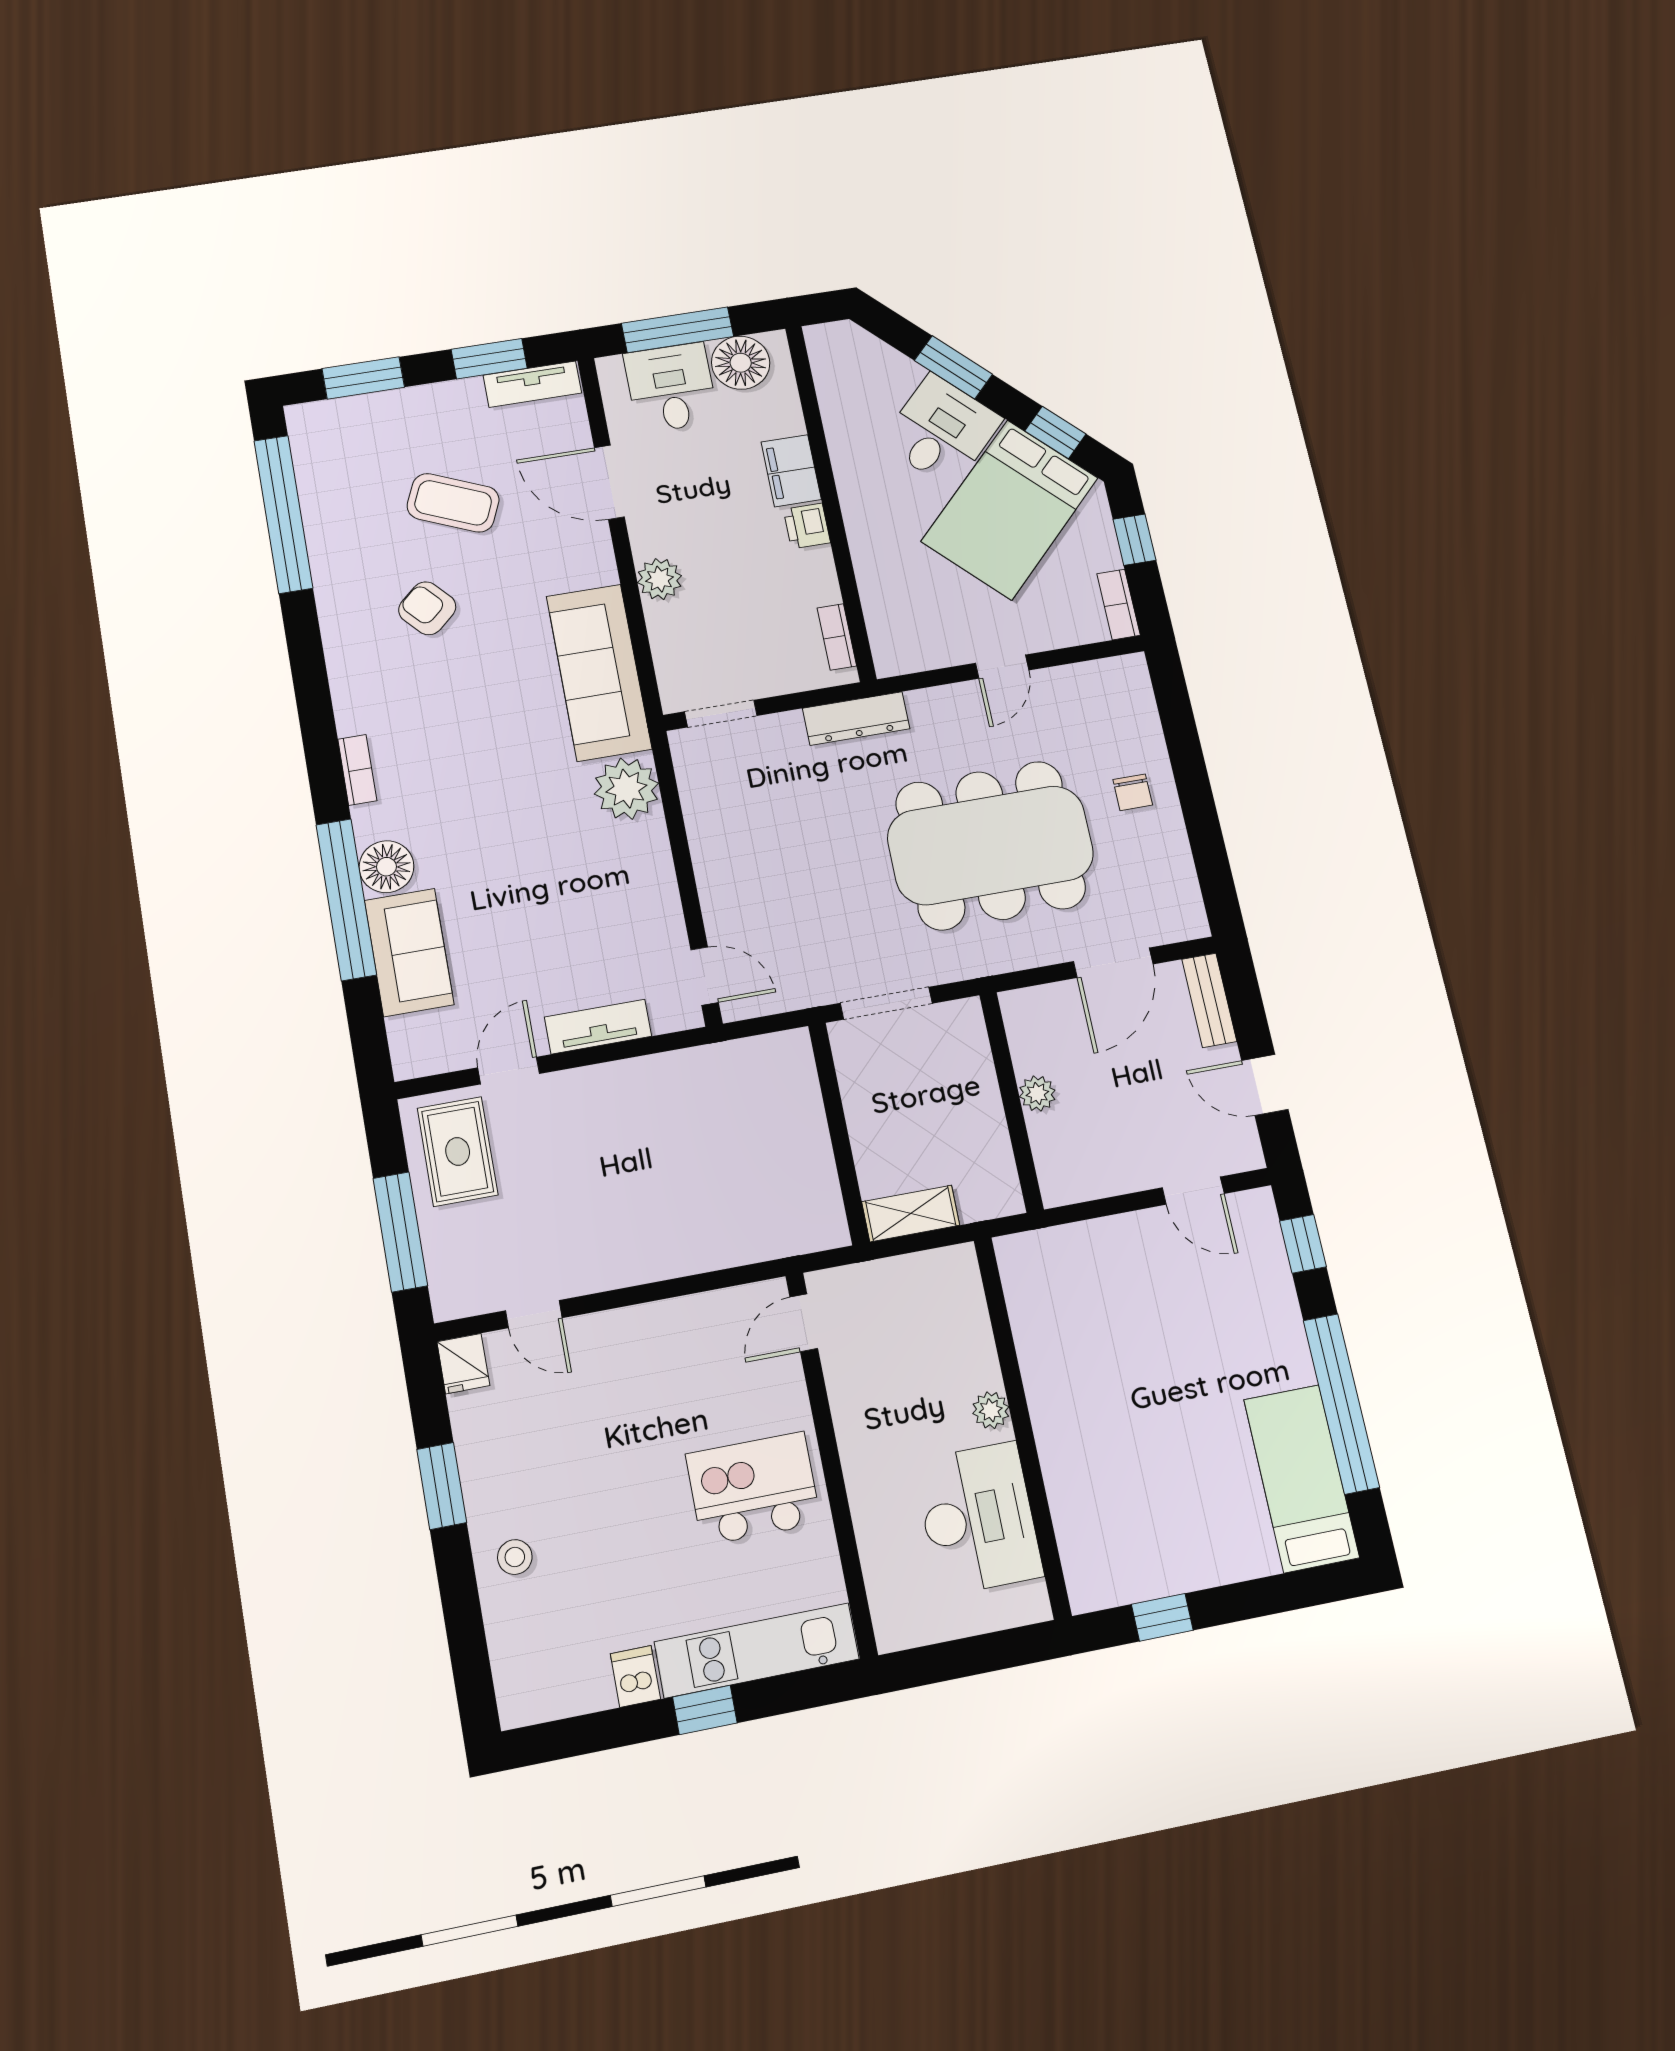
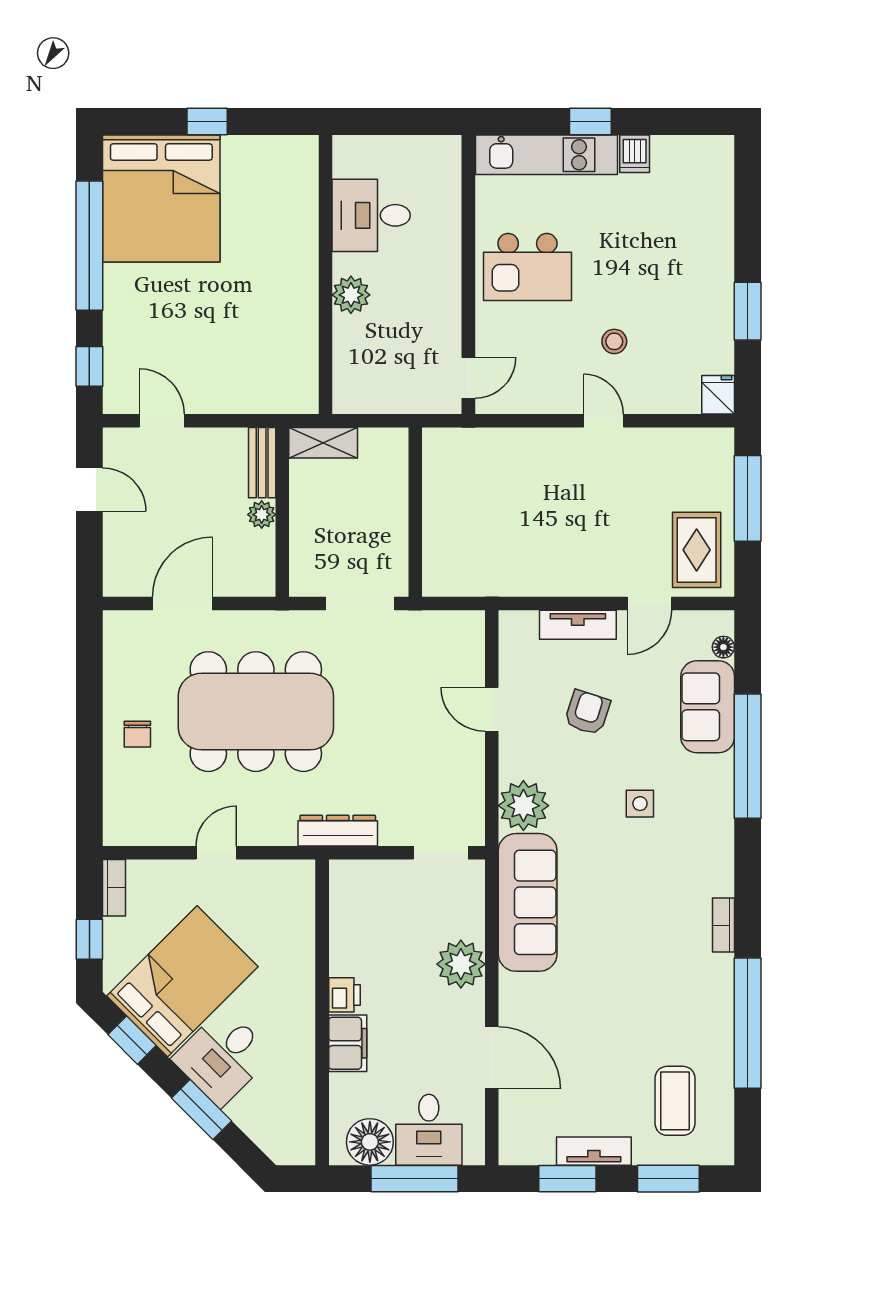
tv unit: (532, 384) -> (594, 1151), moved
coffee table: (453, 503) -> (675, 1101), moved, turned 67
window: (283, 514) -> (748, 1023), moved
plant: (660, 579) -> (461, 964), width x1.36, depth x1.36
armchair: (427, 608) -> (587, 712), moved, turned -120
bookcase: (837, 637) -> (339, 899), removed
bookcase: (357, 770) -> (723, 925), moved
chair: (1133, 792) -> (137, 734), turned 180
side table: (477, 816) -> (640, 804), added
floor lamp: (386, 867) -> (723, 647), moved, width x0.53, depth x0.53
door: (705, 976) -> (492, 709), moved
bench: (1209, 1000) -> (262, 463), moved
shelving: (911, 1213) -> (323, 443), moved
door: (534, 1314) -> (603, 421), moved
plant: (991, 1410) -> (351, 295), width x1.38, depth x1.38
bed: (1301, 1478) -> (161, 198), width x2.04
desk: (978, 1518) -> (371, 215), width x0.73
stool: (515, 1557) -> (614, 341), moved
window: (1162, 1617) -> (207, 122), moved

